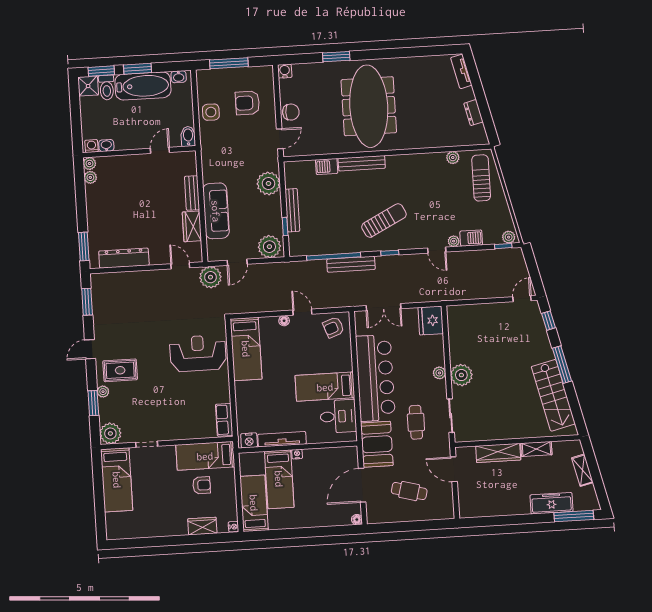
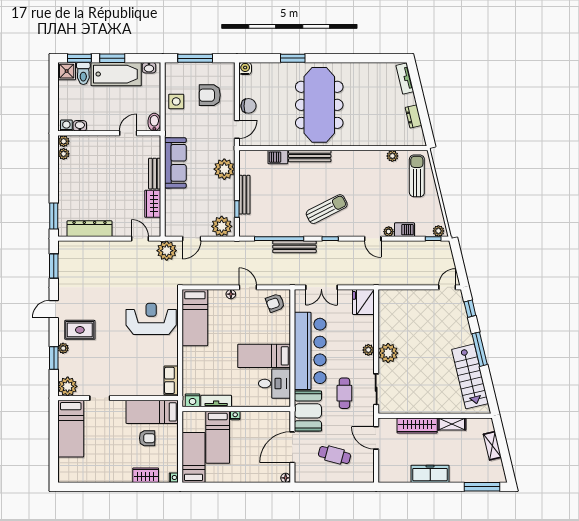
sofa: (216, 211) -> (175, 163), moved
tv unit: (282, 439) -> (216, 401), width x0.71
freezer: (551, 503) -> (430, 474), moved

